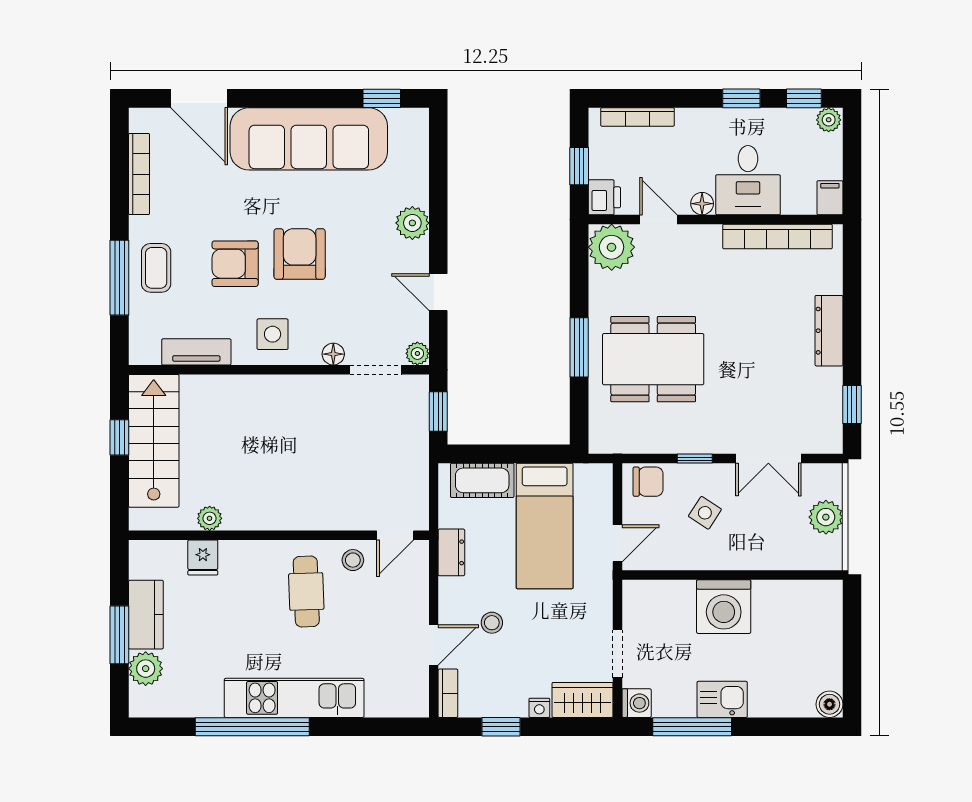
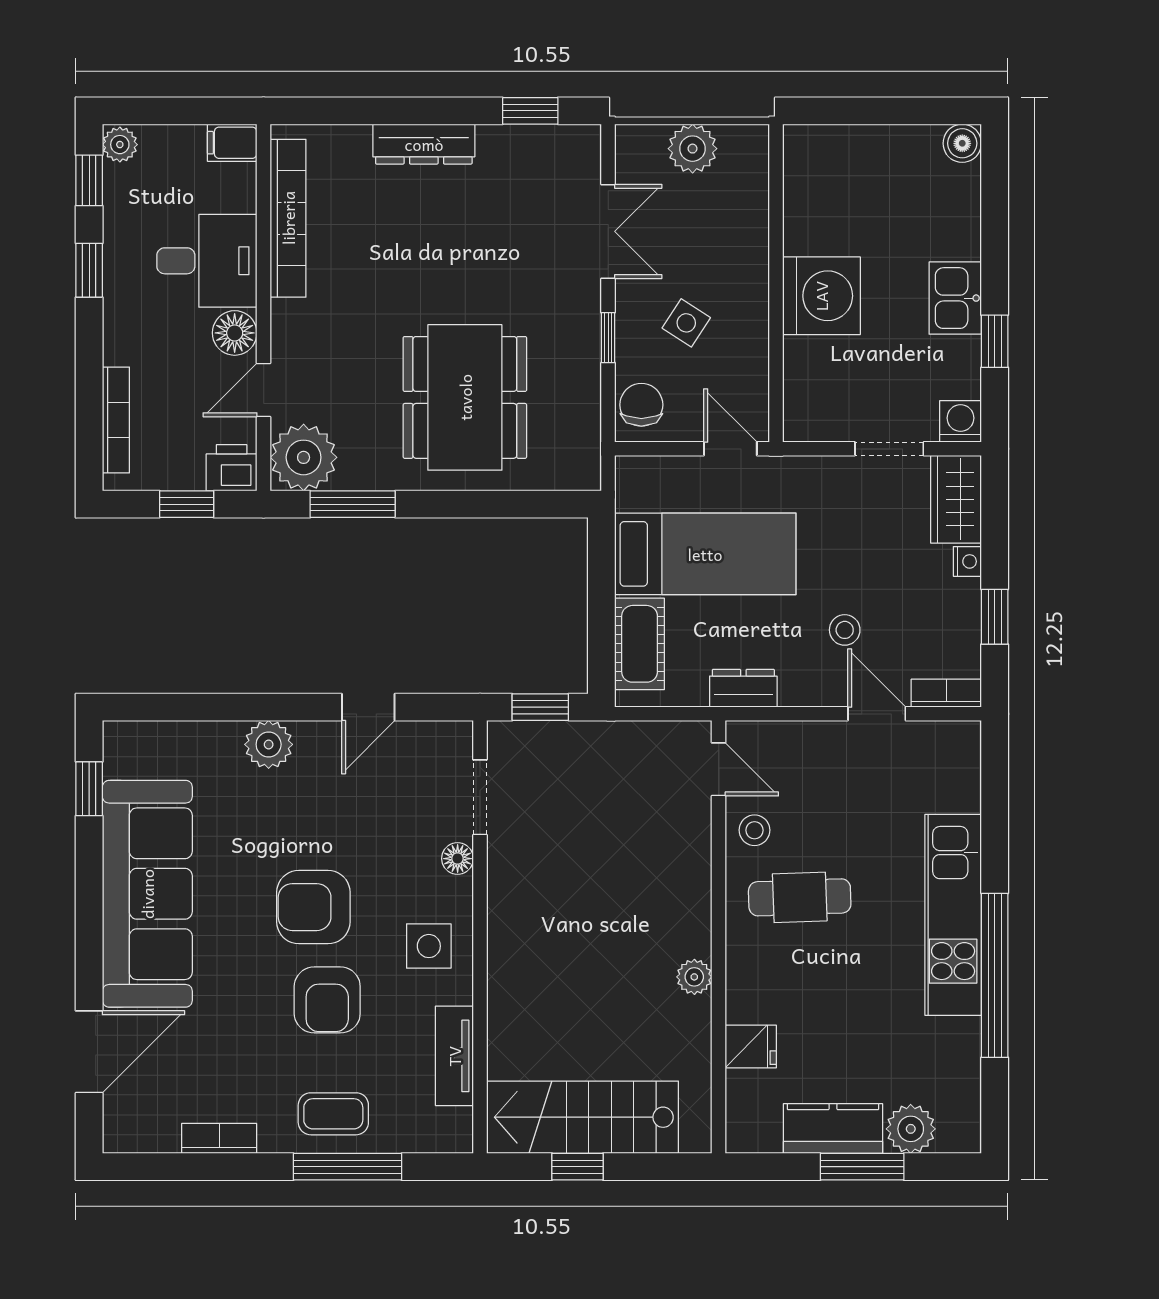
bookcase: (139, 174) -> (219, 1138), width x0.64
floor lamp: (702, 204) -> (235, 333), width x1.37, depth x1.37
window: (579, 347) -> (353, 504), moved
plant: (417, 353) -> (457, 737), removed
plant: (210, 518) -> (694, 977), moved
window: (692, 727) -> (995, 341), width x0.46

